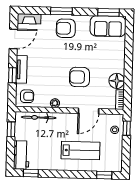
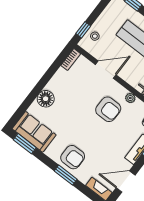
armchair: (80, 77) -> (108, 109), moved
floor lamp: (117, 81) -> (46, 99), moved

